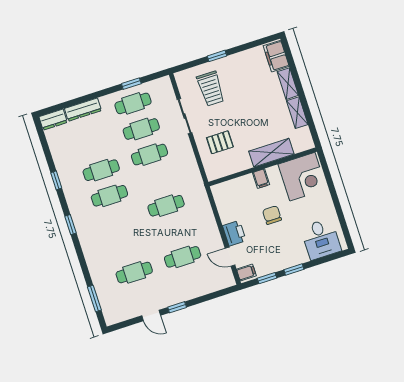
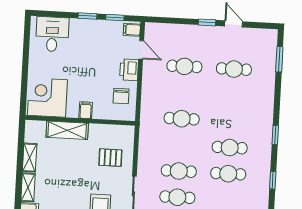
chair: (272, 215) -> (121, 96), moved

